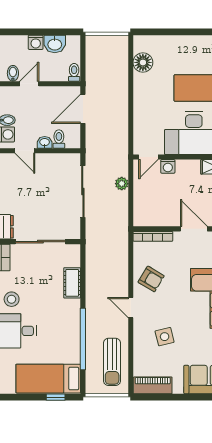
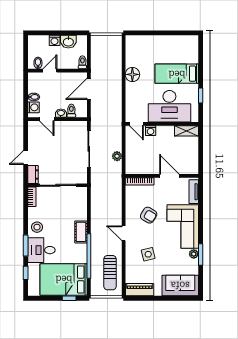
floor lamp: (143, 62) -> (132, 74), moved
door: (148, 157) -> (136, 124), hinge flipped
plant: (122, 184) -> (117, 156), moved
armchair: (151, 279) -> (149, 215), moved
cot: (72, 283) -> (81, 232), moved
bed: (48, 379) -> (64, 279), width x1.50

